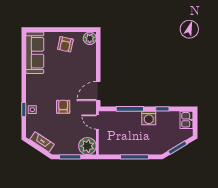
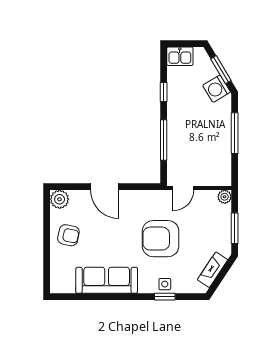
sofa: (35, 53) -> (107, 280), moved
door: (98, 91) -> (105, 187), moved
armchair: (63, 107) -> (161, 239), width x1.88, depth x1.88
washing machine: (149, 118) -> (217, 89), moved, turned 149
plant: (87, 146) -> (225, 197), width x0.53, depth x0.53

